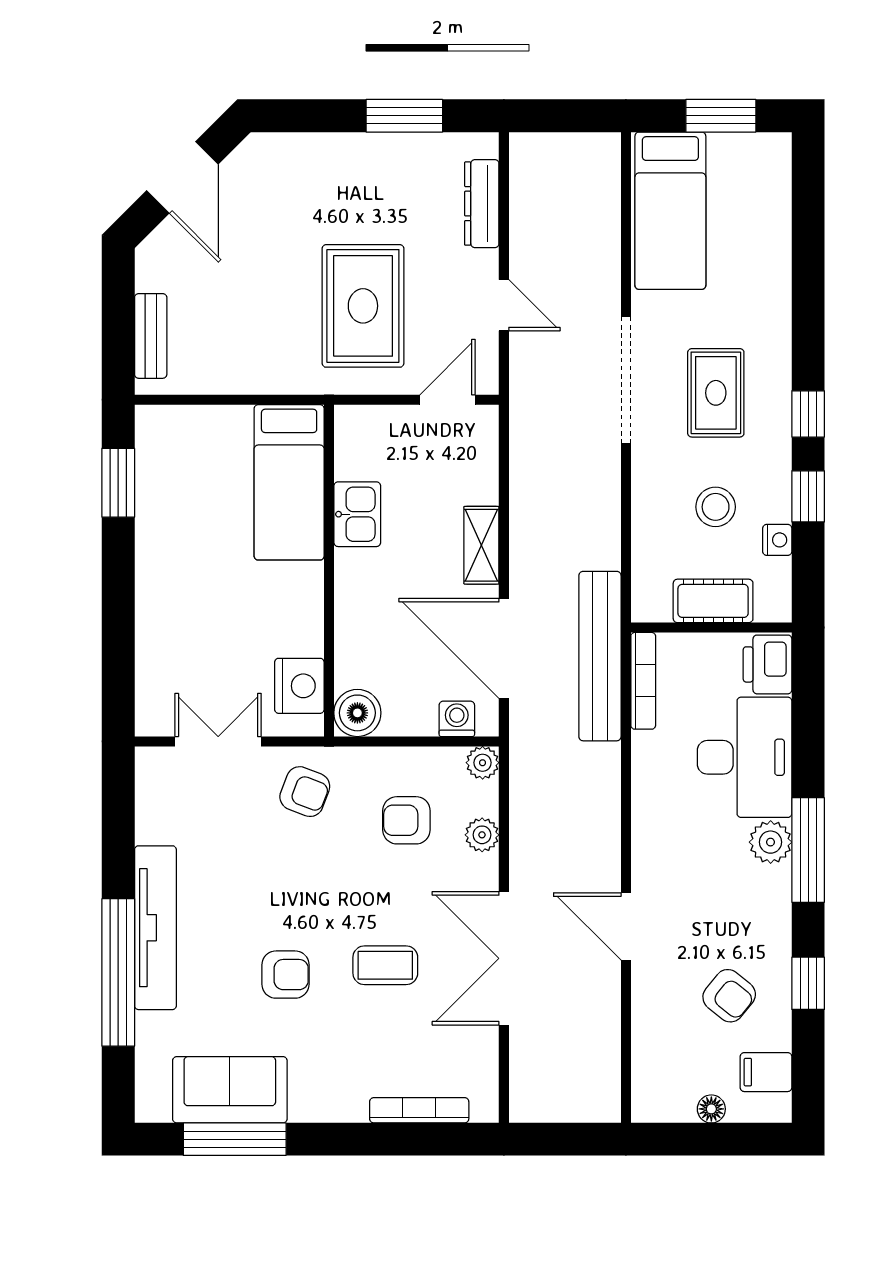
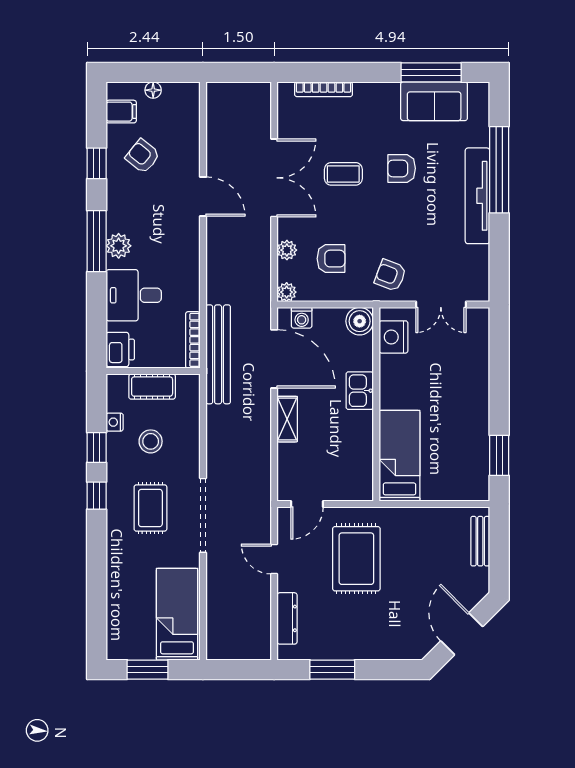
kitchen sink: (357, 514) -> (360, 391), moved
desk: (745, 757) -> (134, 295), width x0.73

